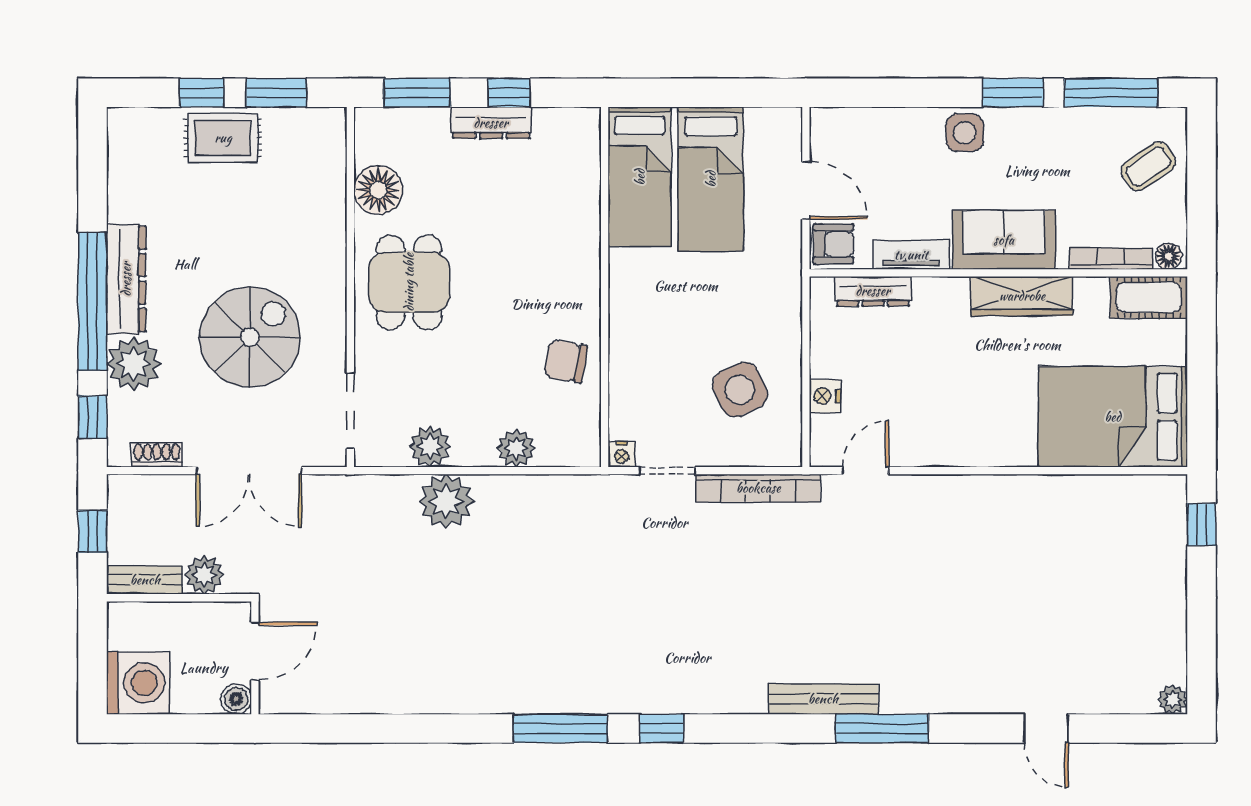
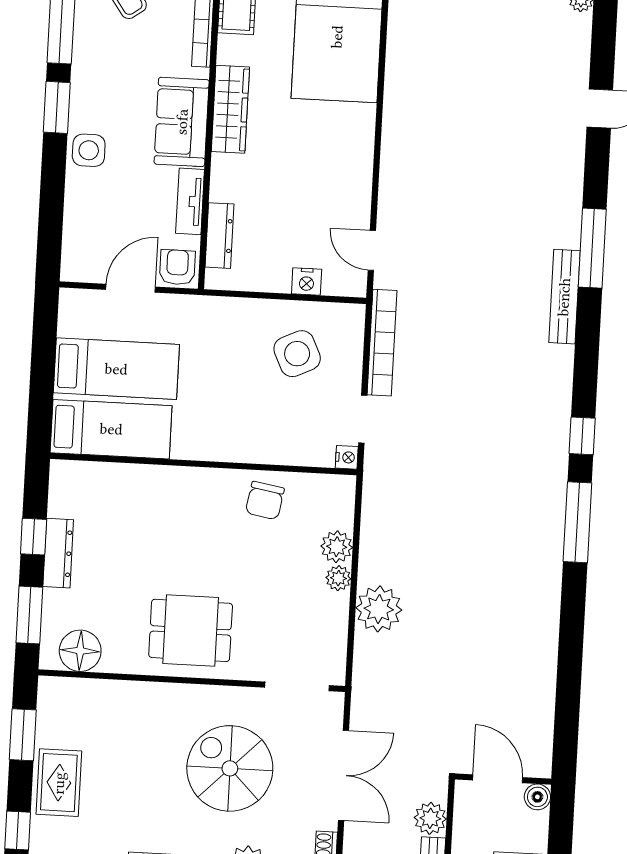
window: (202, 93) -> (18, 831), moved
floor lamp: (378, 190) -> (80, 651), moved
plant: (430, 447) -> (338, 578), moved, width x0.73, depth x0.73

